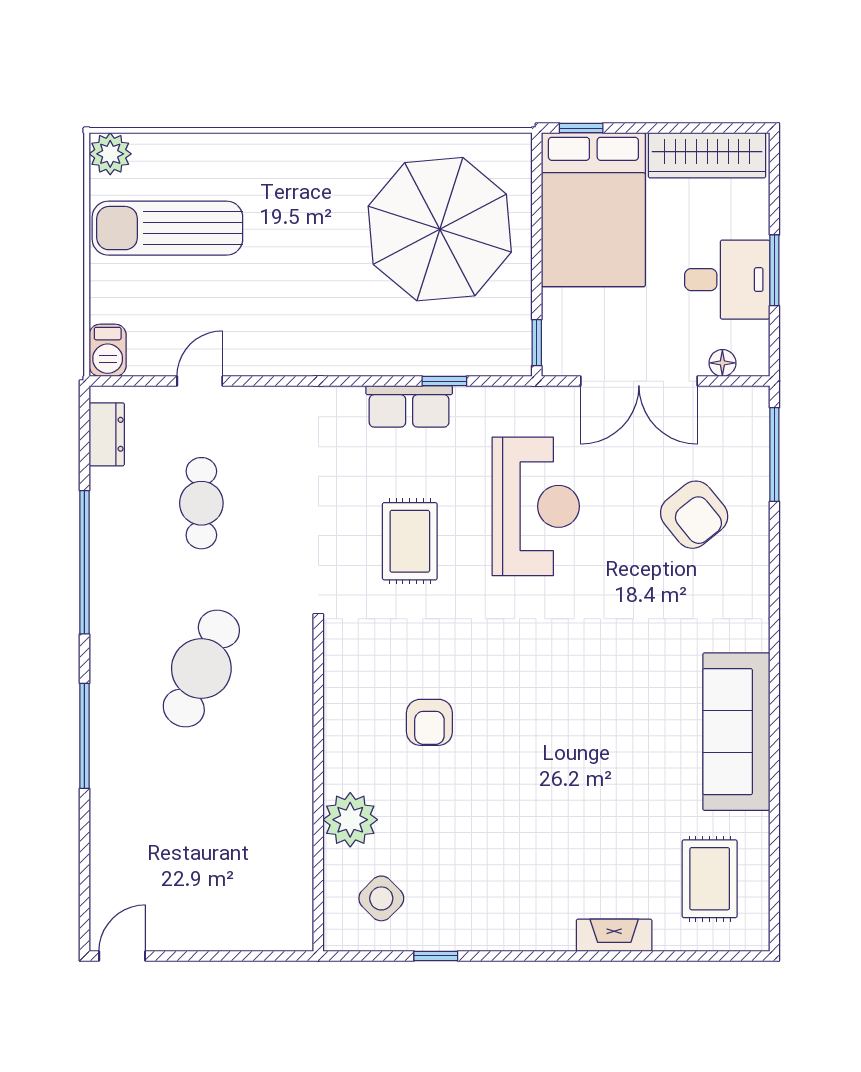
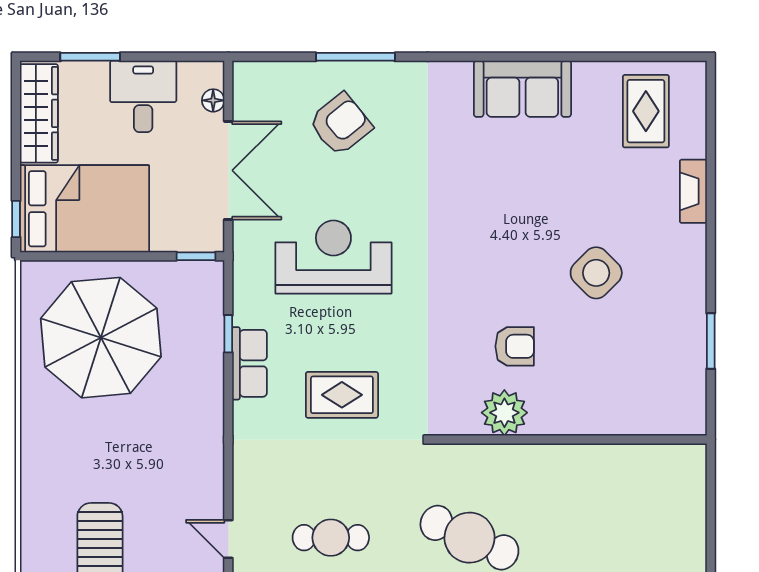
window: (774, 270) -> (90, 57), moved
window: (774, 454) -> (355, 57), moved
rug: (410, 541) -> (342, 395), moved
sofa: (736, 732) -> (522, 89), width x0.73
plant: (350, 820) -> (504, 413), moved
rug: (710, 879) -> (646, 111), turned 90
side table: (381, 898) -> (596, 273), moved, width x1.37, depth x1.37
window: (436, 956) -> (711, 341), width x1.50

